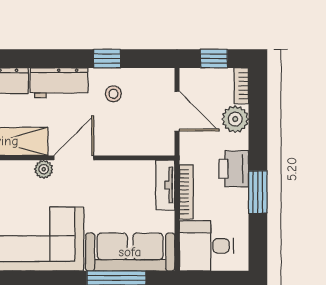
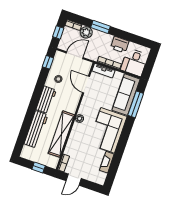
window: (107, 59) -> (48, 62), moved
door: (74, 158) -> (86, 85), moved
printer: (234, 169) -> (120, 45), moved
window: (258, 192) -> (100, 27), moved

